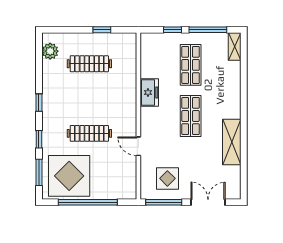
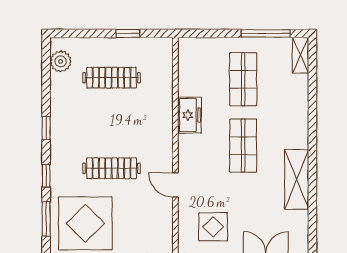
window: (173, 30) -> (220, 33), removed

